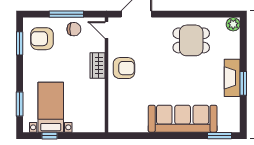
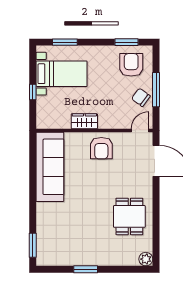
chair: (74, 29) -> (141, 97), turned 126
wardrobe: (97, 66) -> (84, 121), moved
fireplace: (232, 78) -> (91, 258), removed
sofa: (183, 119) -> (50, 167), moved
window: (49, 136) -> (33, 92), moved

